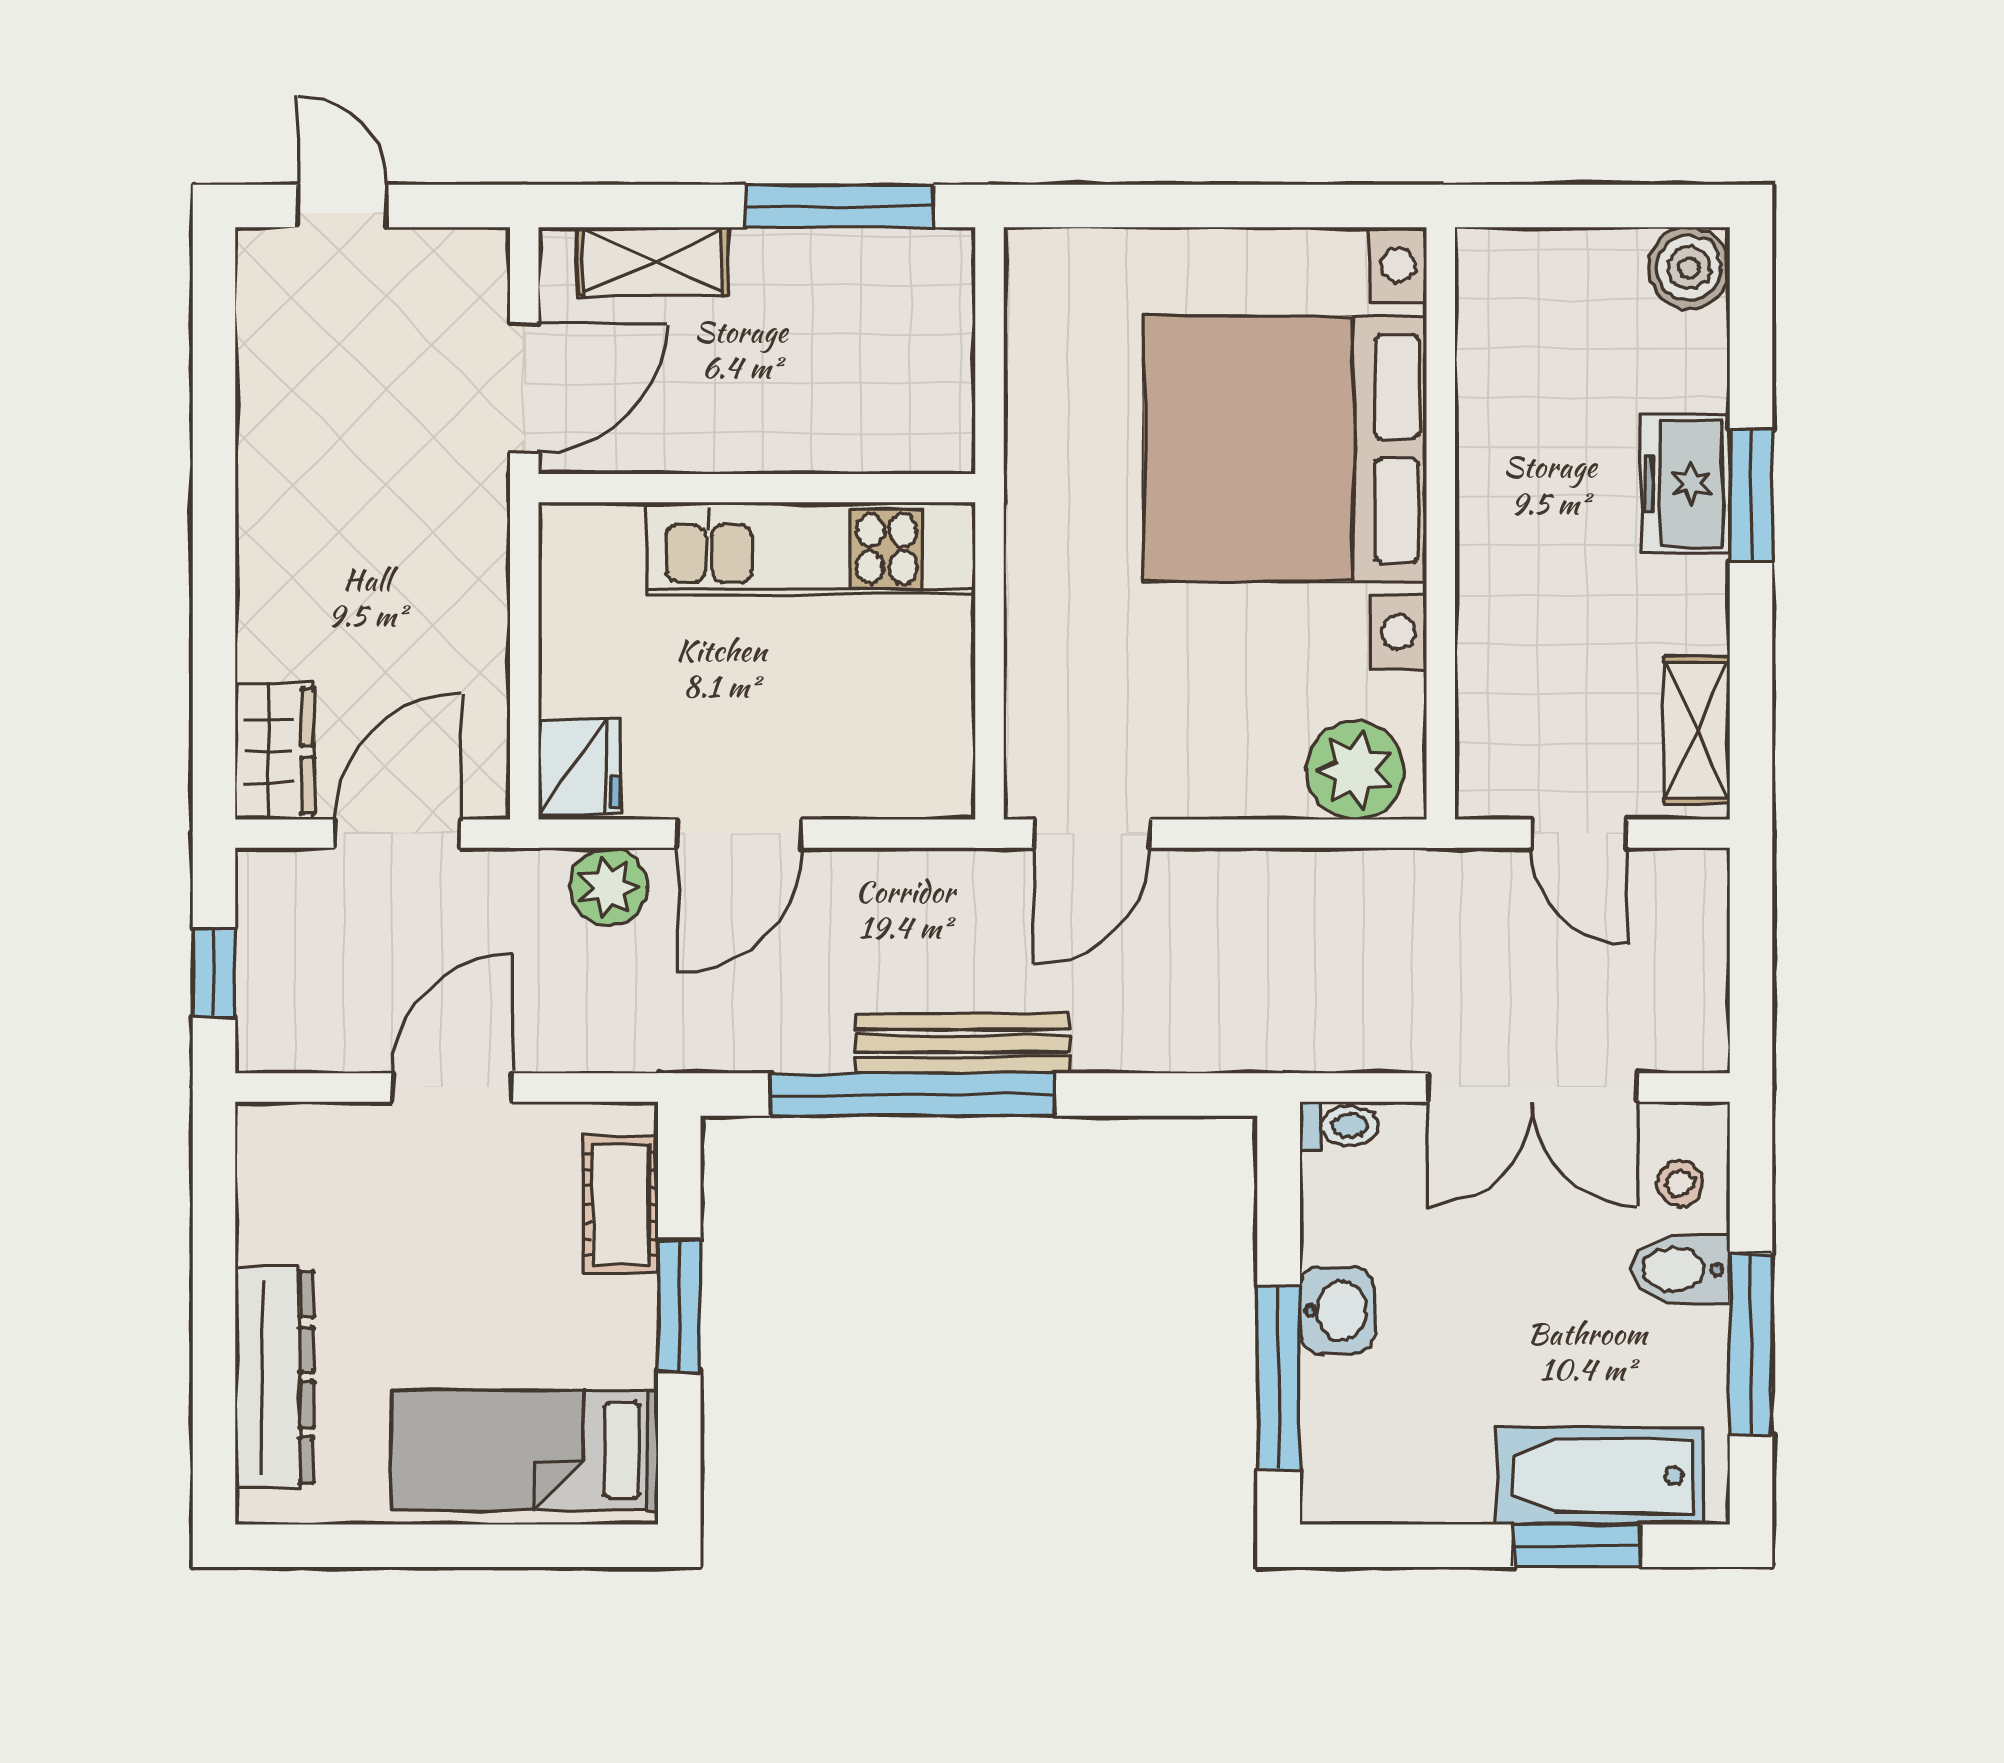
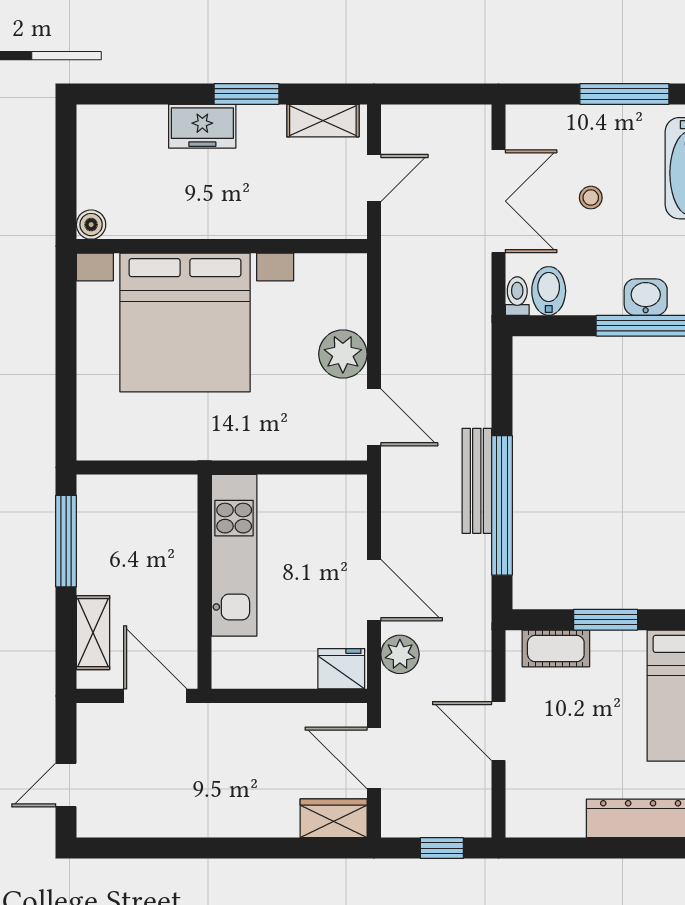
boiler: (1689, 268) -> (91, 225), moved, width x0.73, depth x0.73
window: (1751, 495) -> (247, 94), moved
plant: (1355, 770) -> (343, 354), moved
stool: (1680, 1184) -> (591, 198), moved
bidet: (1680, 1269) -> (549, 291), moved, turned 180
washbasin: (1337, 1310) -> (646, 297), moved

